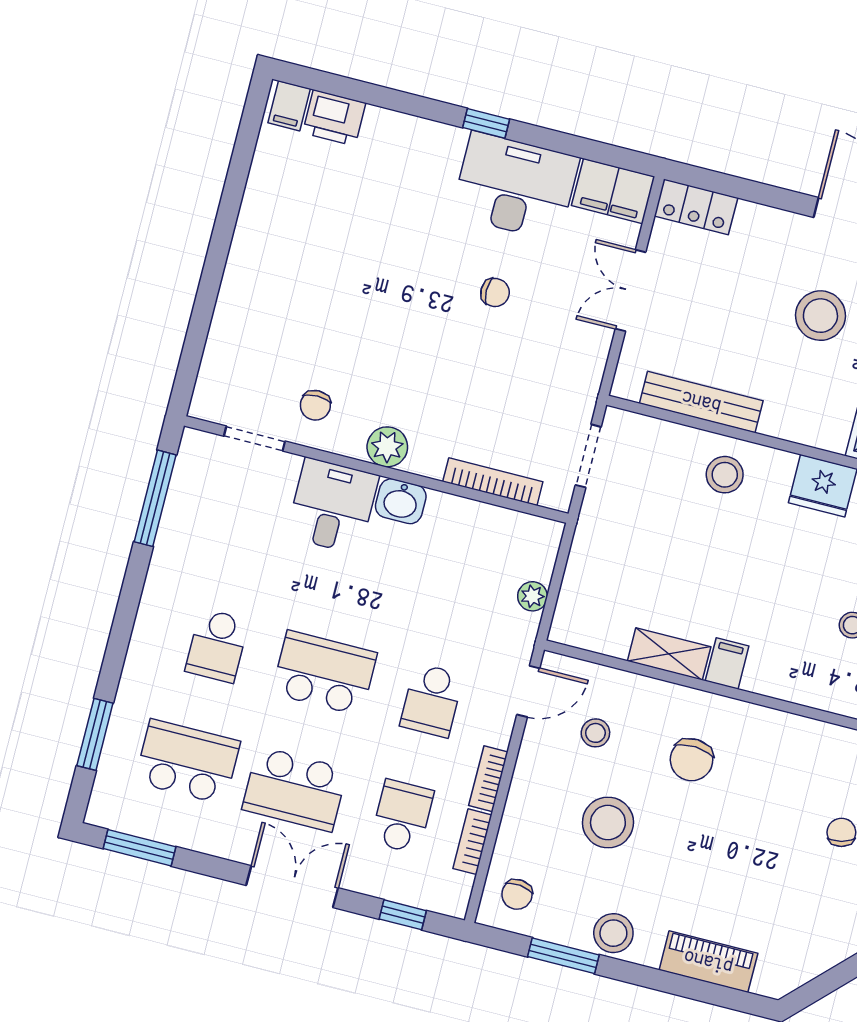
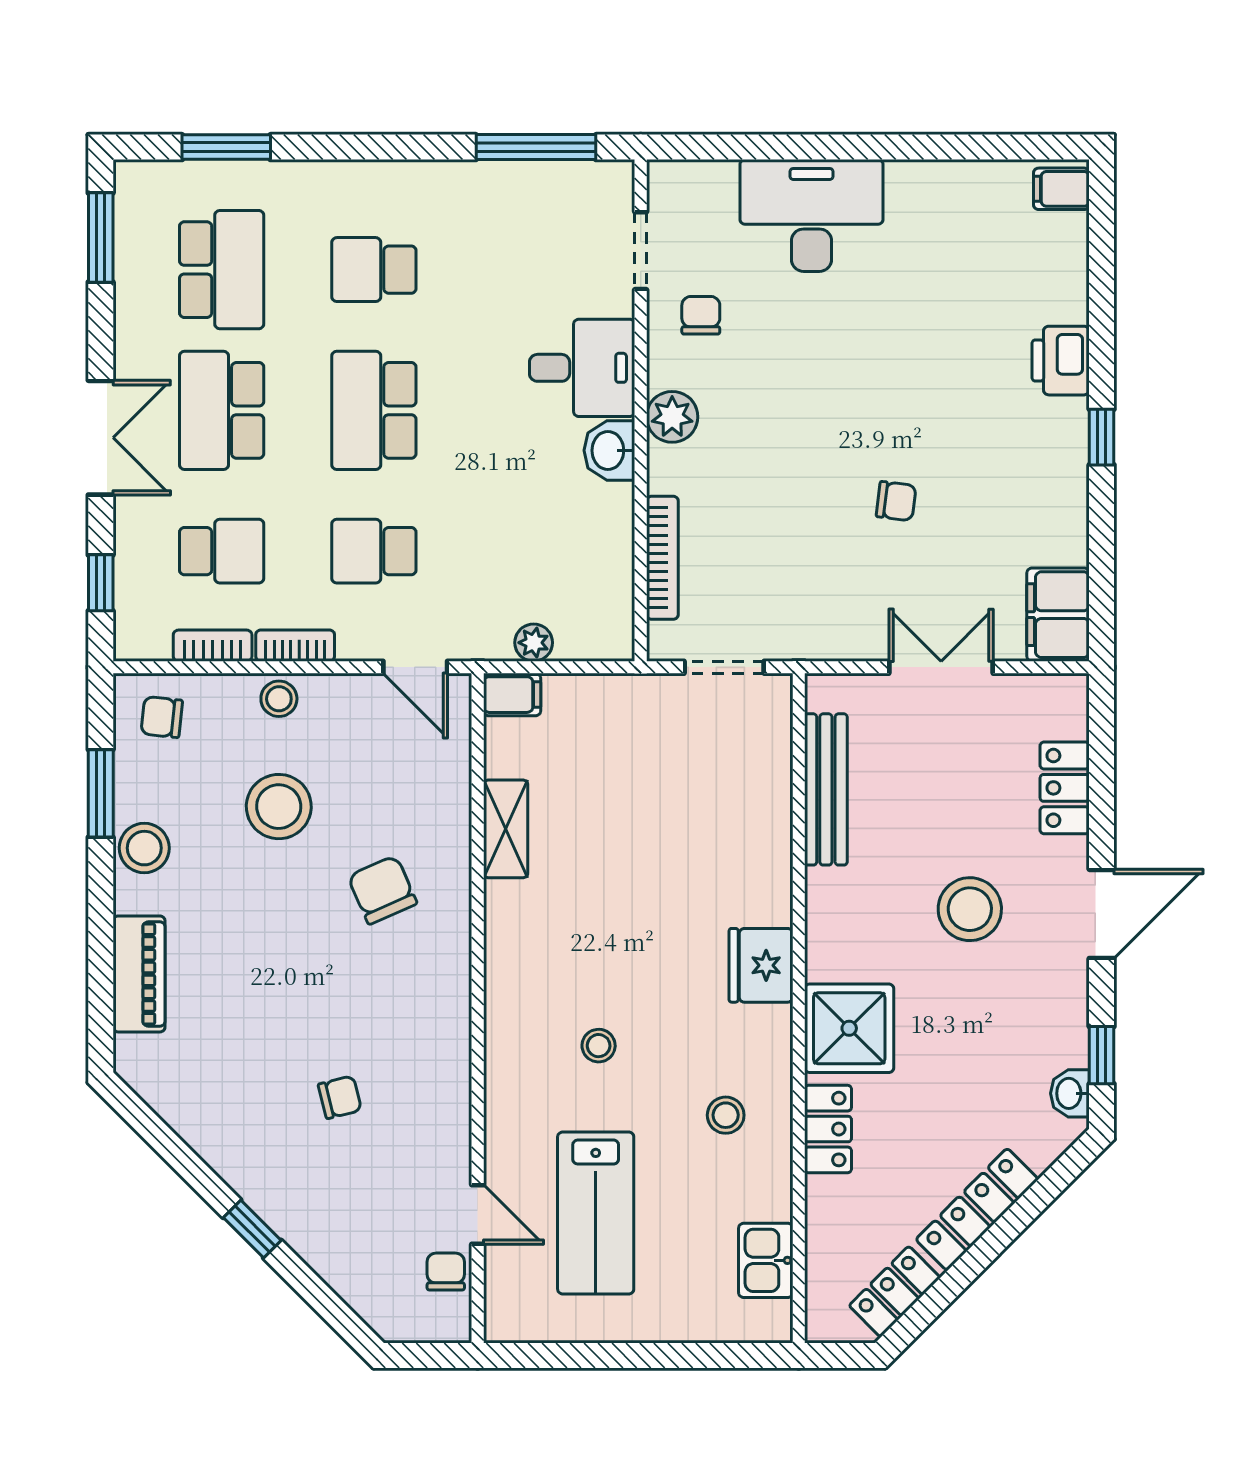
printer: (334, 118) -> (1061, 361), moved
desk: (515, 186) -> (812, 215), moved, turned -90
locker: (696, 207) -> (1065, 788), moved
chair: (495, 293) -> (896, 501), turned -83
chair: (315, 405) -> (701, 315), turned 90
stool: (725, 475) -> (744, 841), removed
filing cabinet: (727, 663) -> (512, 695), moved
school desk: (324, 673) -> (374, 410), turned 180
stool: (595, 733) -> (279, 699), moved
chair: (692, 760) -> (382, 890), turned 63

